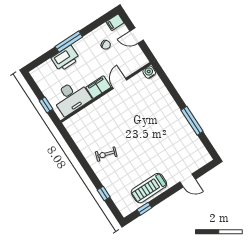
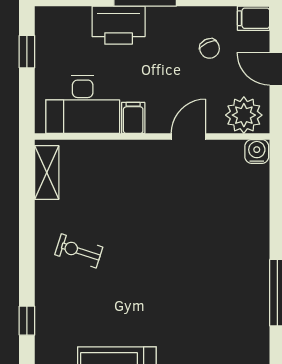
plant: (135, 62) -> (244, 115), added
filing cabinet: (98, 87) -> (133, 118), width x0.50
window: (46, 105) -> (27, 52), moved
shelving: (75, 132) -> (47, 173), added

